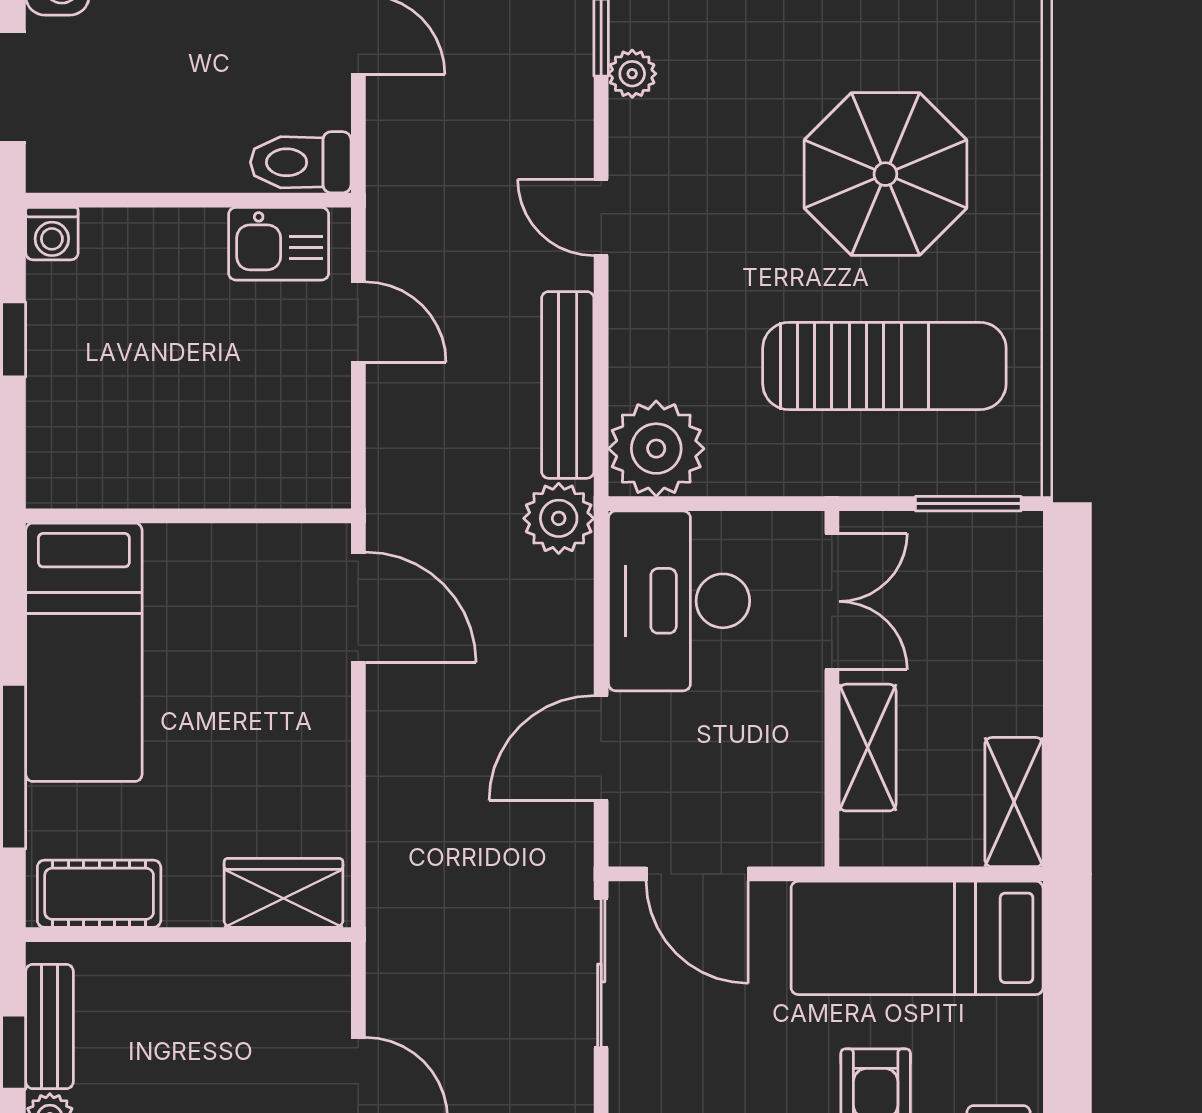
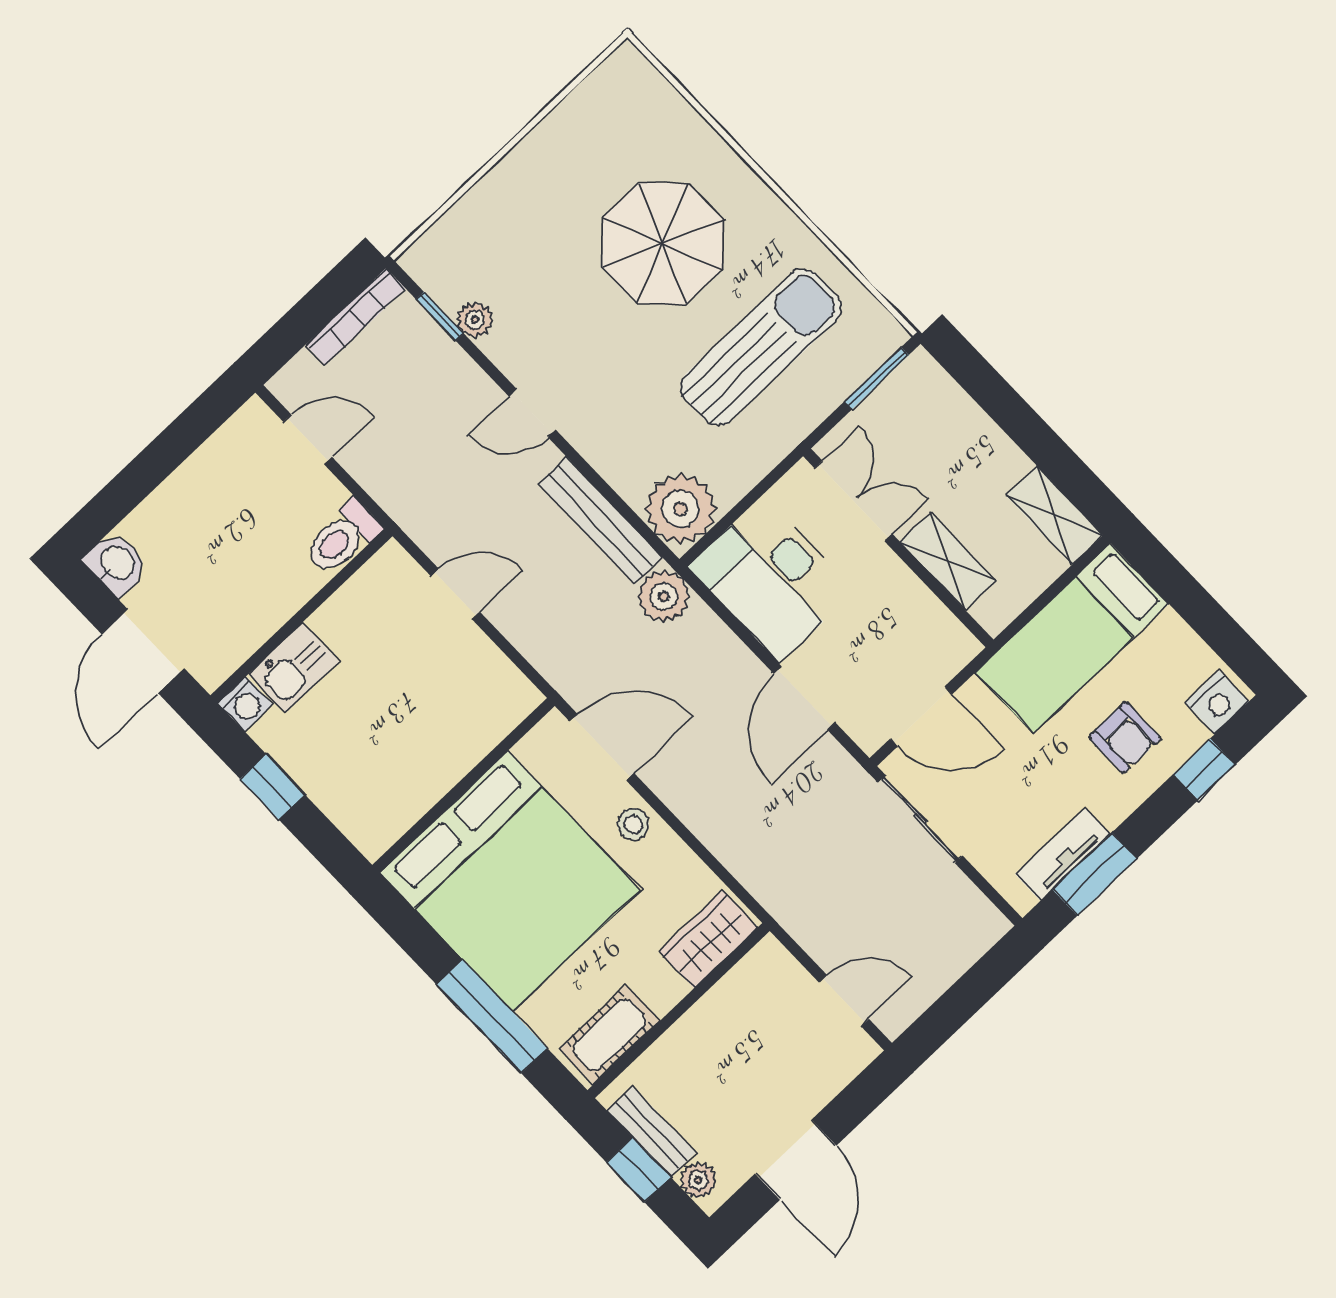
kitchen sink: (279, 244) -> (294, 668), moved
bed: (84, 652) -> (510, 881), width x2.04
stool: (317, 711) -> (633, 824), added

